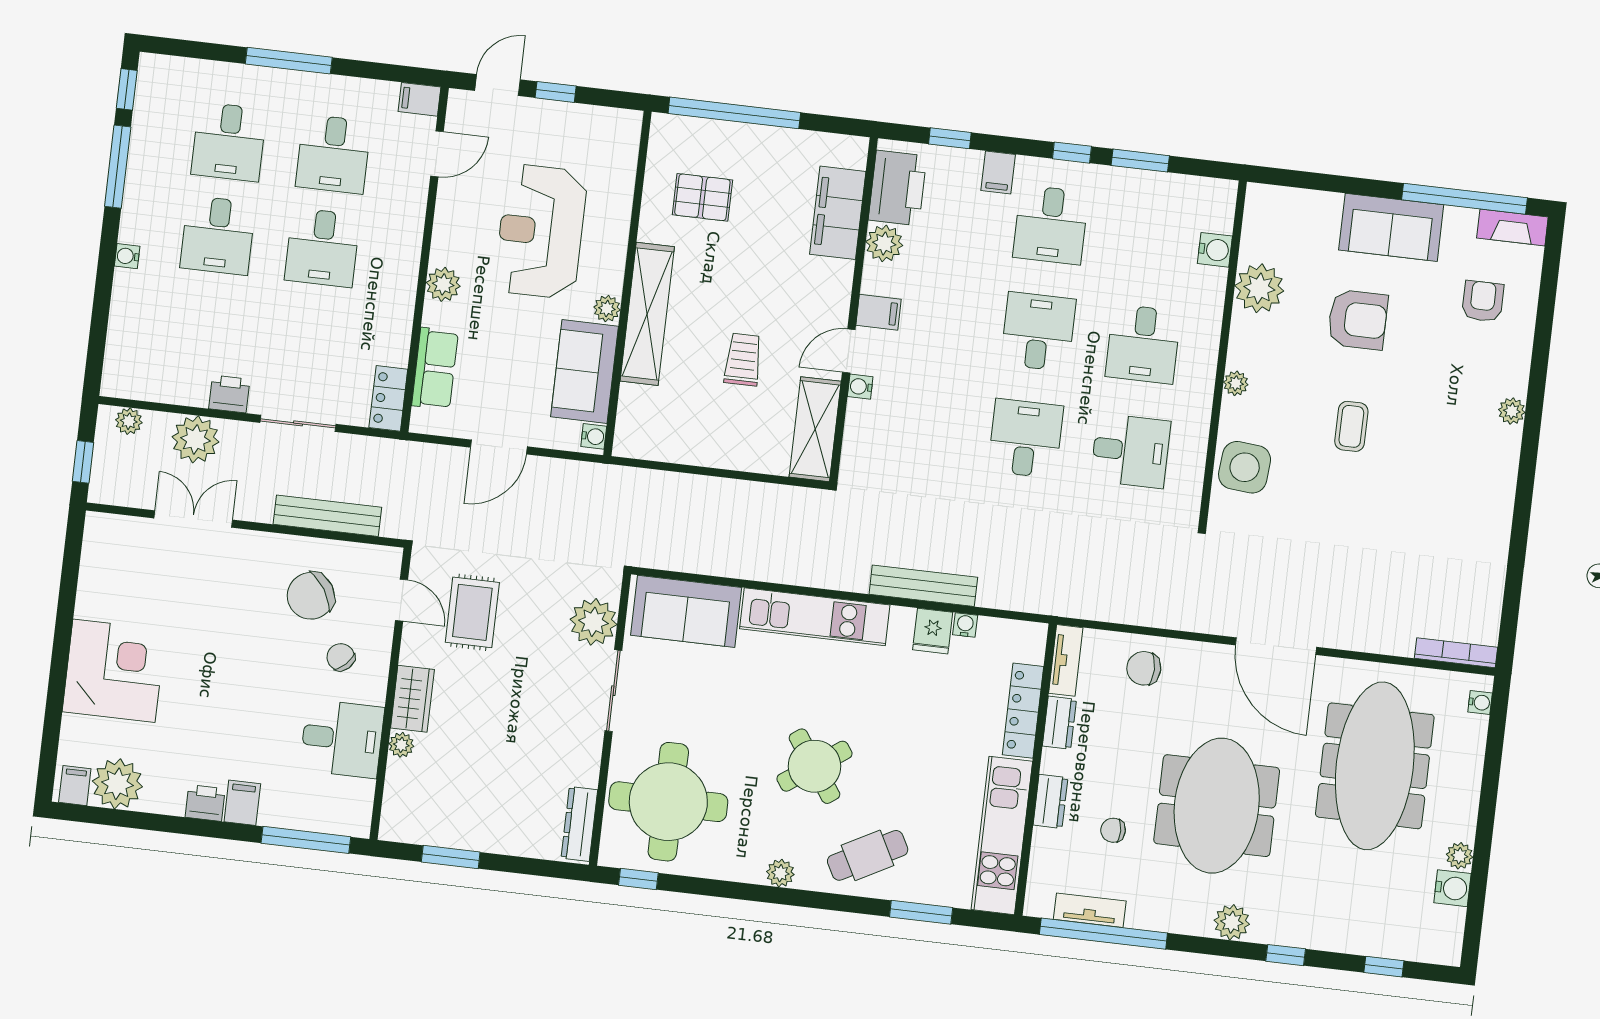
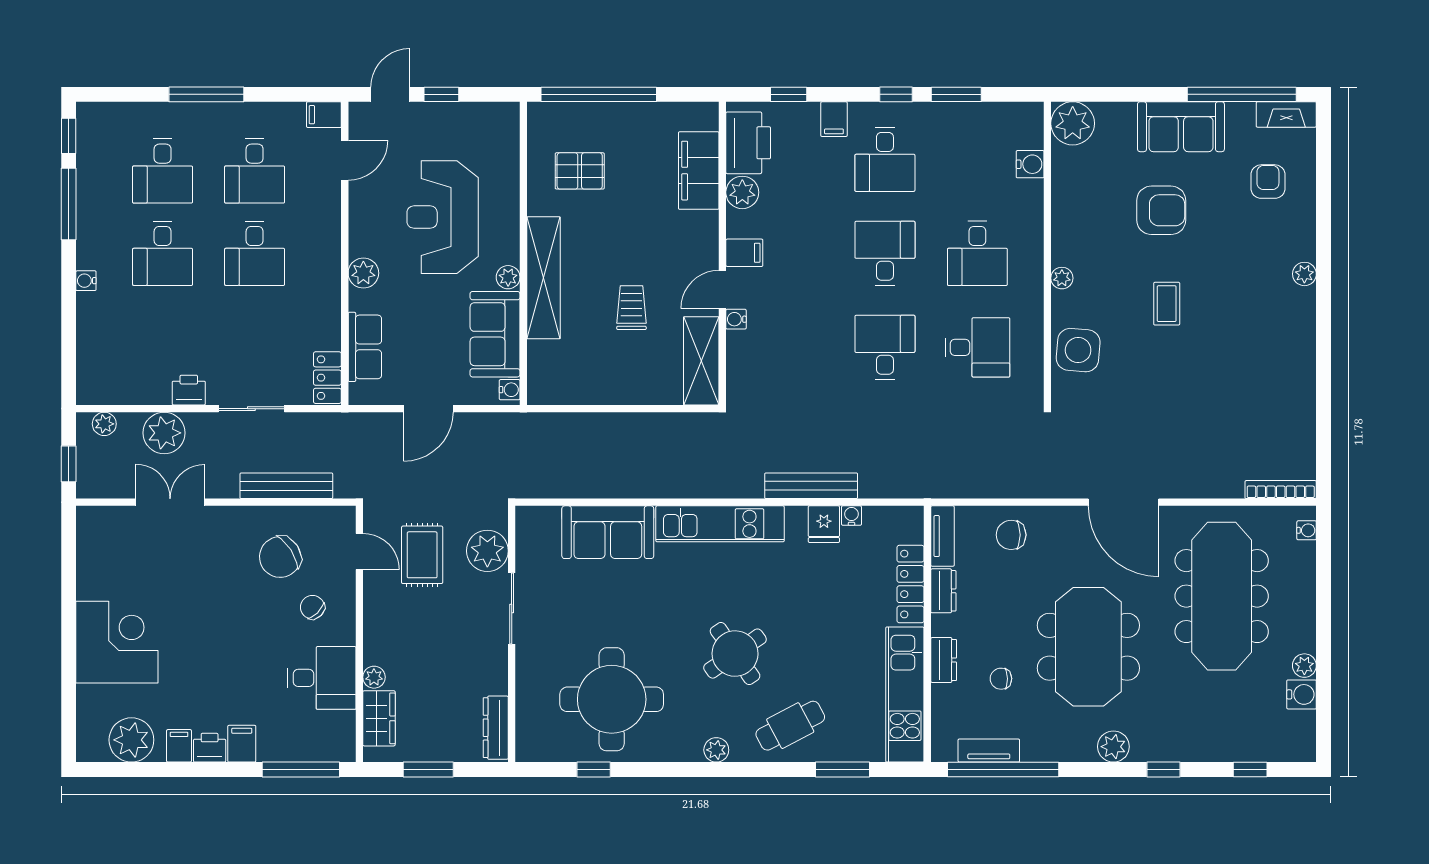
plant: (1259, 288) -> (1073, 123), moved
plant: (593, 622) -> (487, 551), moved
sliding door: (613, 691) -> (512, 608), moved
wardrobe: (412, 699) -> (379, 718), moved
wall: (610, 720) -> (512, 634), moved
filing cabinet: (75, 786) -> (179, 746), moved
dresser: (579, 824) -> (496, 728), moved

